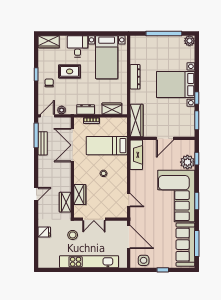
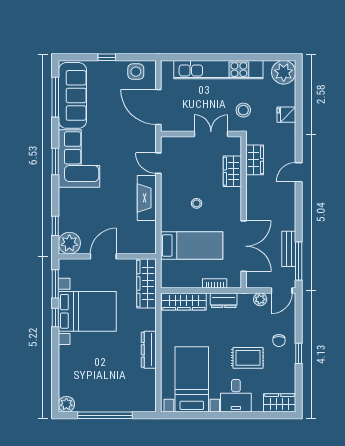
bed with nightstands: (176, 85) -> (87, 311), moved
wardrobe: (112, 109) -> (184, 301), width x1.50
fireplace: (136, 155) -> (147, 198), moved
plant: (187, 162) -> (69, 243), moved
corner sofa: (176, 196) -> (79, 159), width x0.73, depth x0.74
plant: (46, 260) -> (284, 72), added

